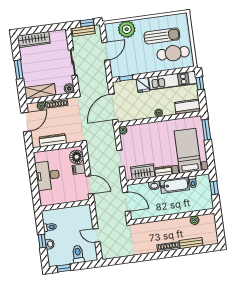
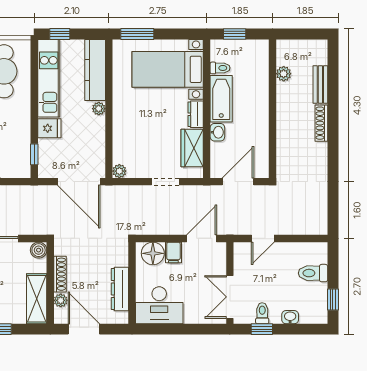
kitchen counter: (188, 107) -> (95, 70), width x1.50
desk: (48, 175) -> (159, 305), moved
double door: (57, 206) -> (230, 297), added
door: (96, 235) -> (263, 238), moved
window: (42, 241) -> (262, 329), moved

